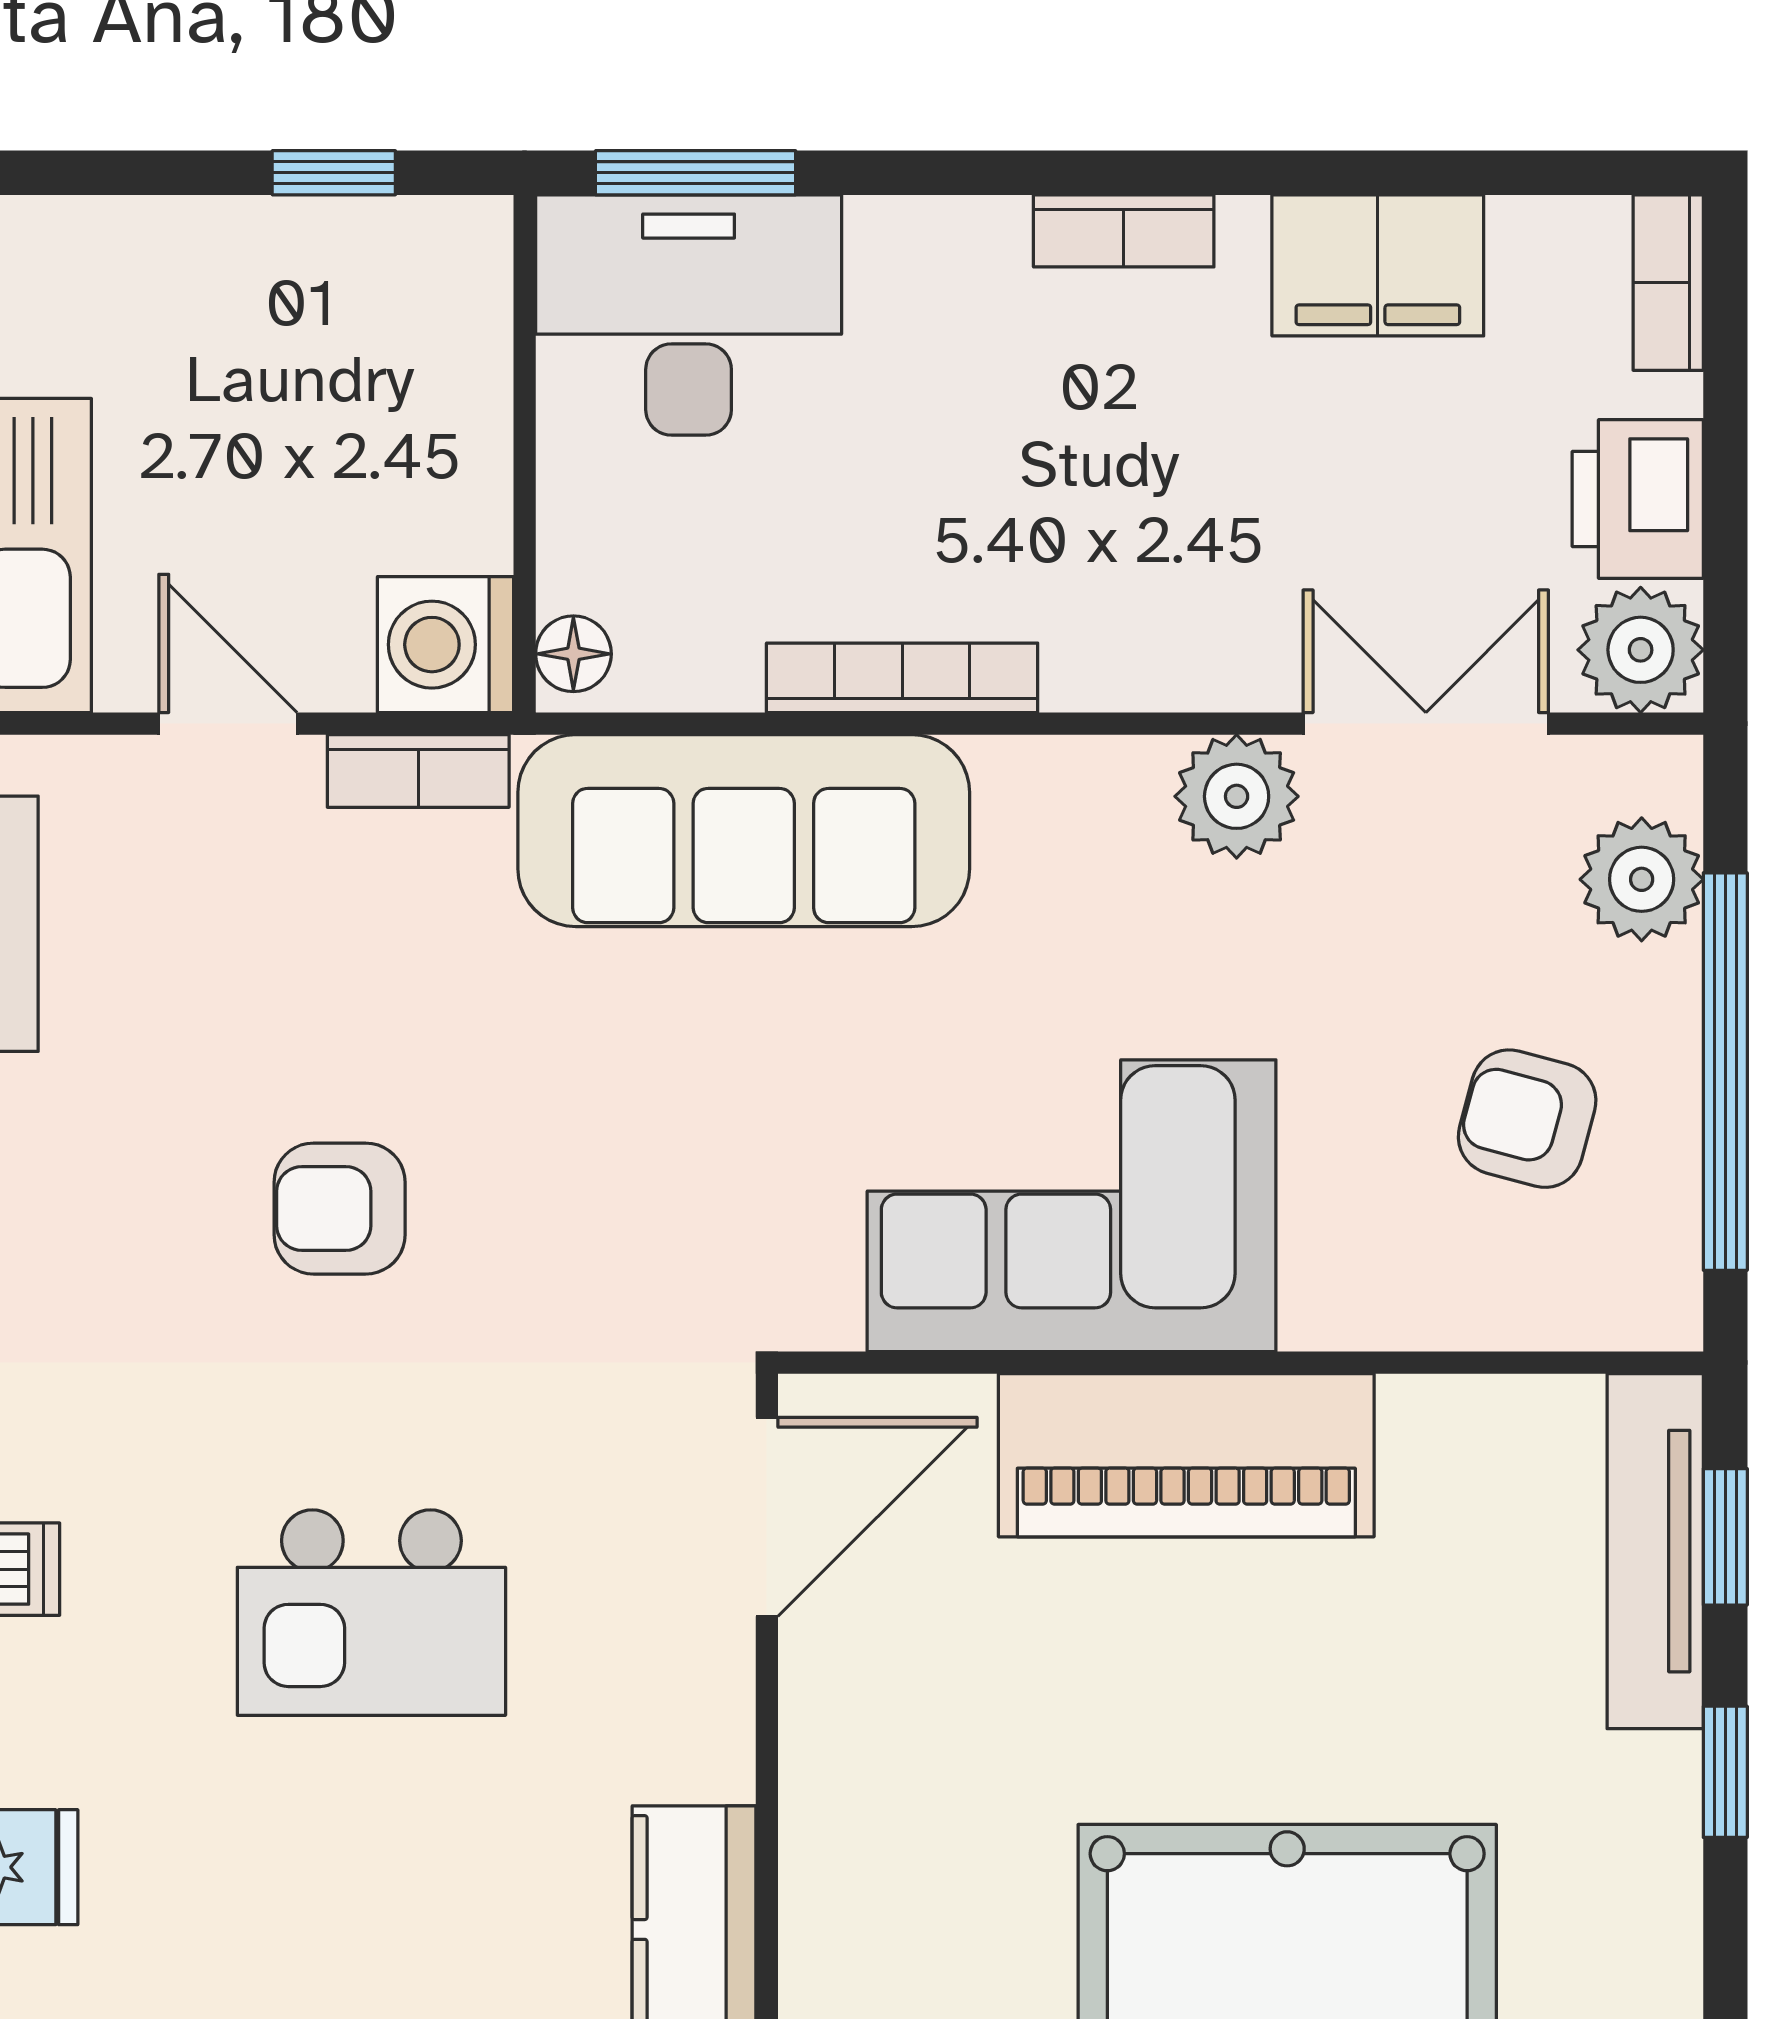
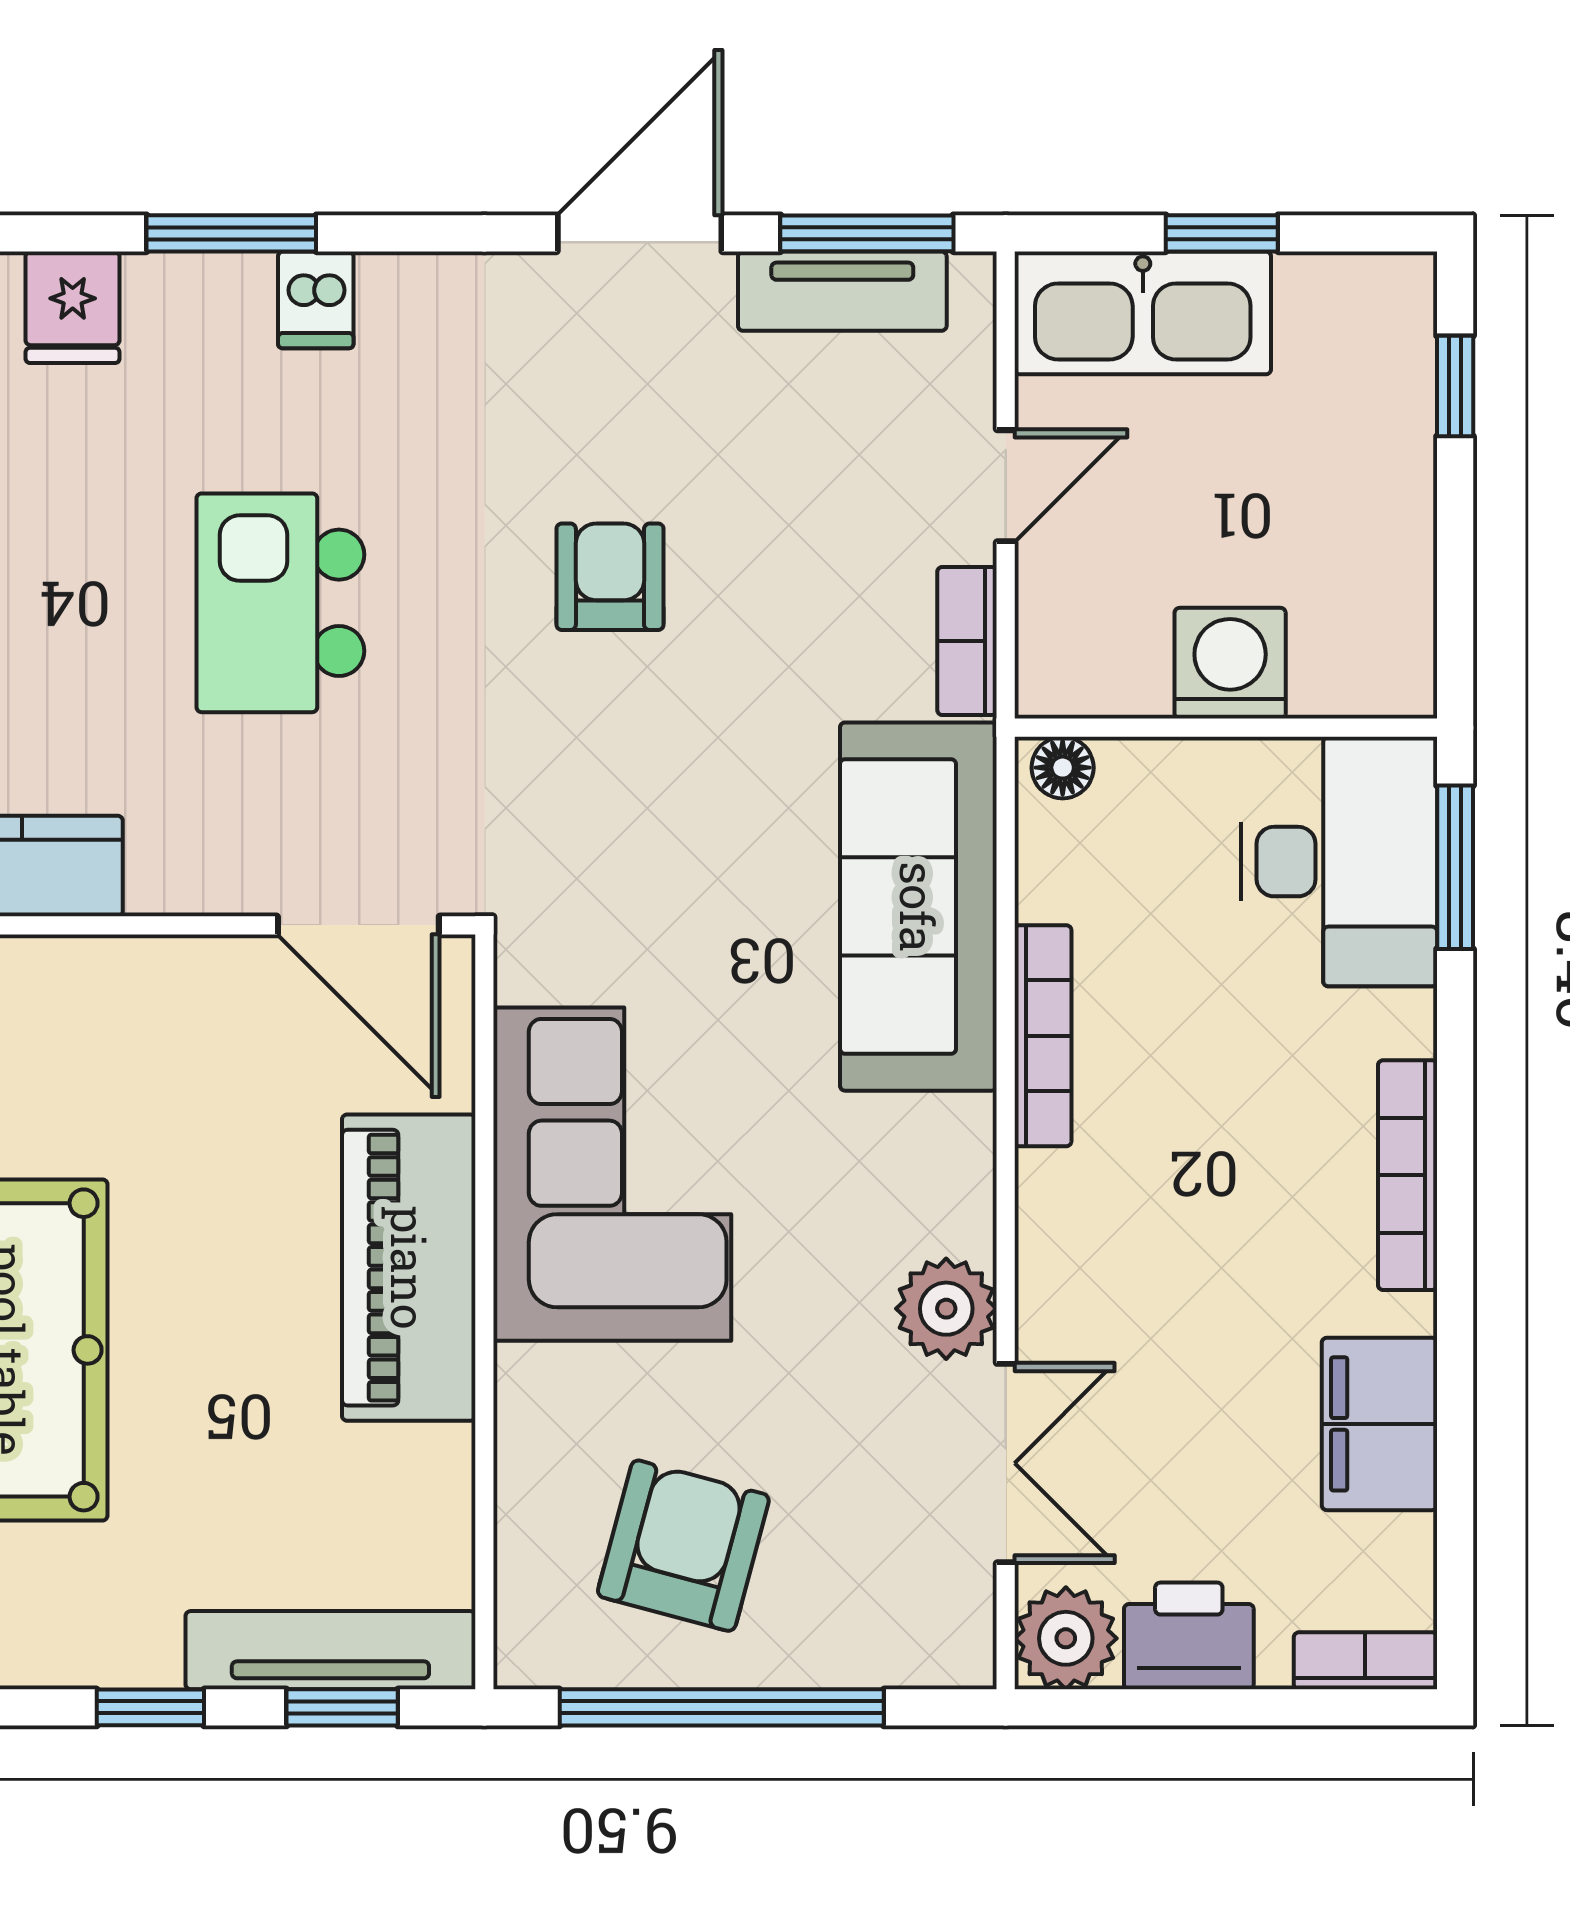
window: (334, 173) -> (1455, 386), moved
bookcase: (1124, 231) -> (1408, 1175), width x1.56
washing machine: (445, 645) -> (1230, 663), moved
plant: (1642, 879) -> (879, 1639), removed
armchair: (1527, 1119) -> (683, 1546), width x1.38, depth x1.38

